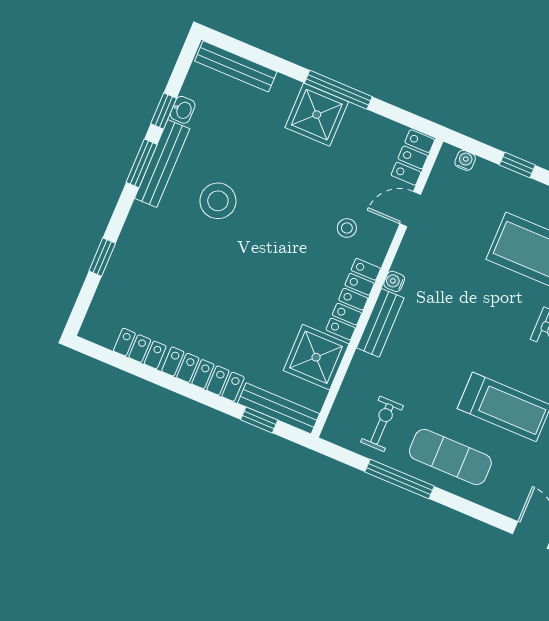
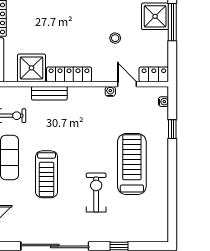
stool: (347, 228) -> (115, 38), moved
water cooler: (394, 281) -> (110, 91), moved
bench: (380, 323) -> (49, 93), moved

